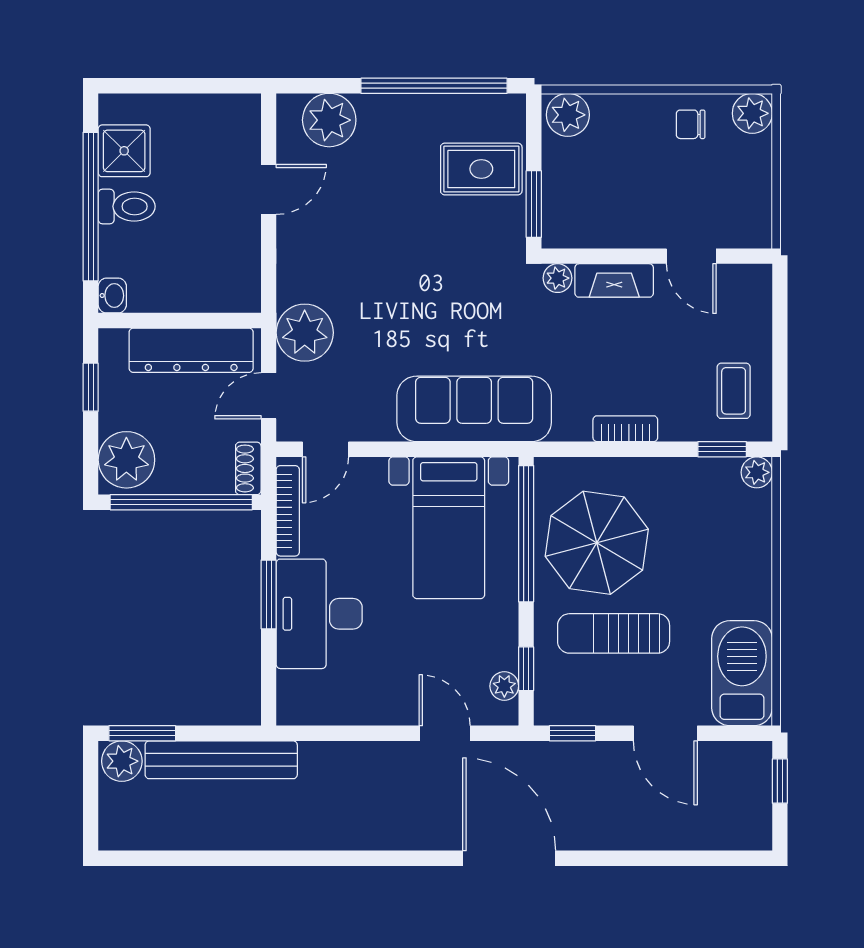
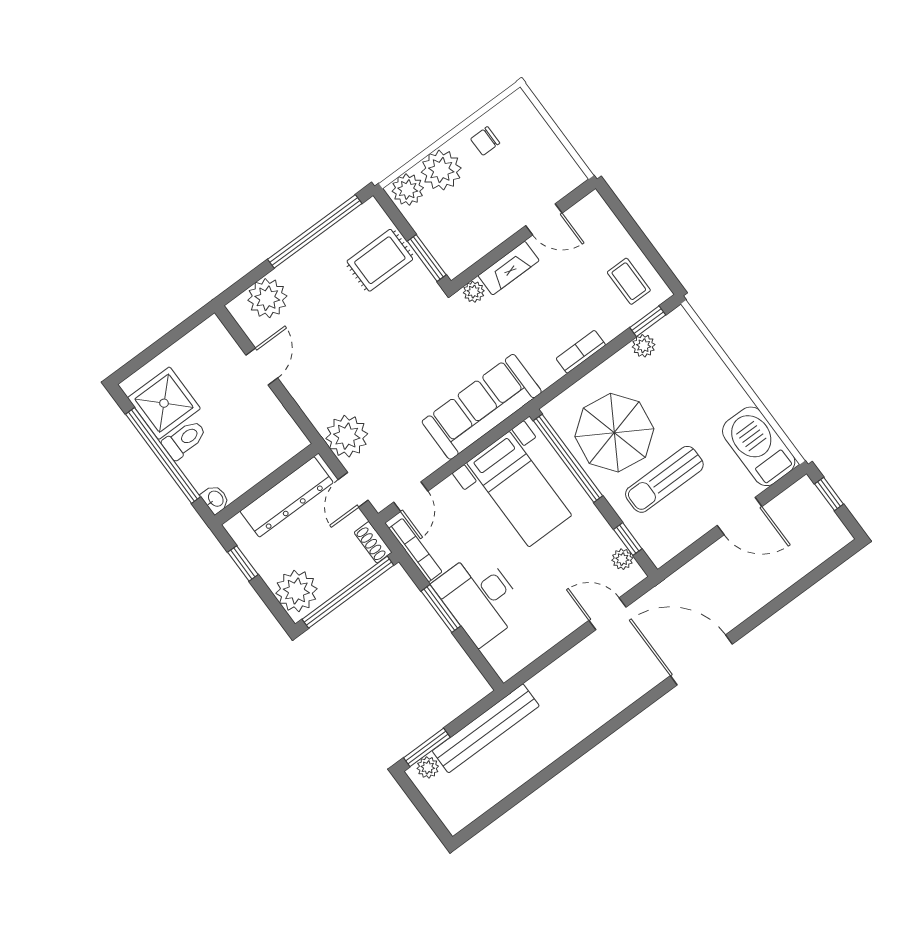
plant: (752, 113) -> (441, 170), moved, width x1.36, depth x1.36
shower: (124, 151) -> (164, 403), width x1.36, depth x1.36
plant: (757, 472) -> (644, 346), moved
window: (573, 733) -> (684, 557), removed
plant: (122, 761) -> (428, 767), width x0.73, depth x0.73

